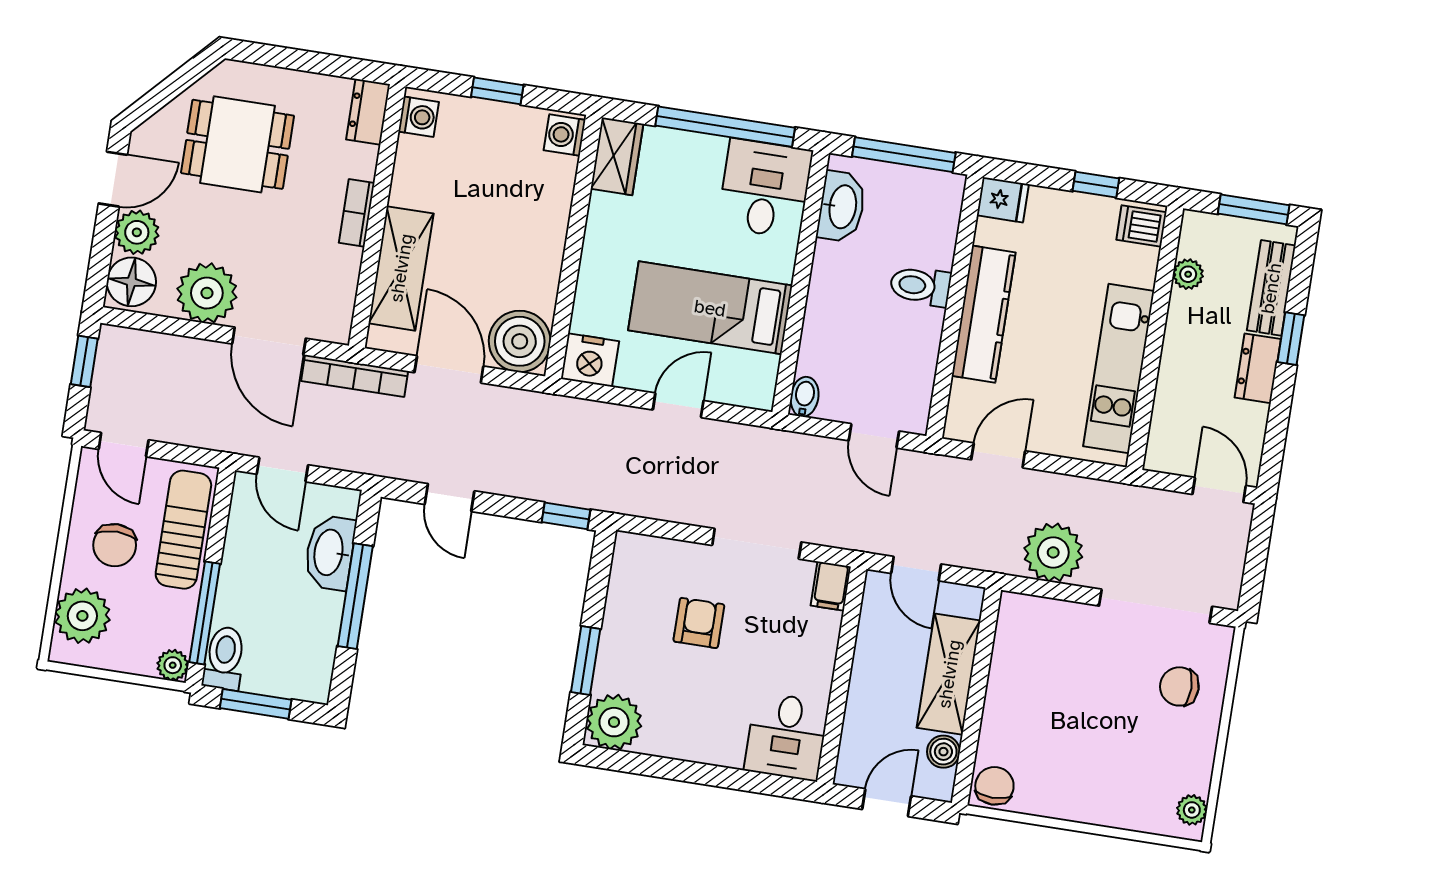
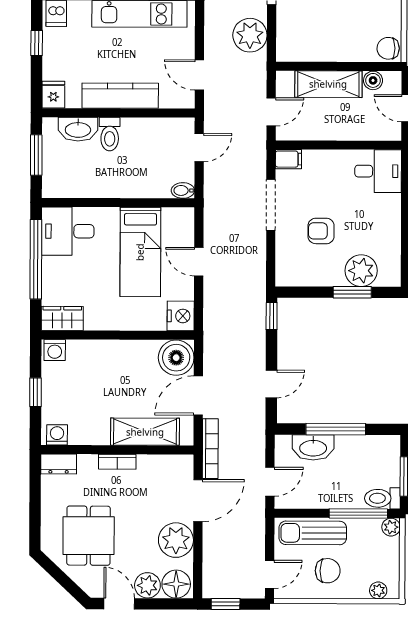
window: (904, 155) -> (36, 155), width x0.69
washbasin: (842, 207) -> (78, 129), moved, turned 180
plant: (82, 616) -> (378, 590), width x0.53, depth x0.53
plant: (614, 722) -> (361, 271), moved

